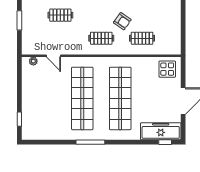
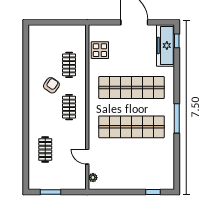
door: (53, 56) -> (87, 157), swing flipped
display table: (167, 69) -> (100, 50), moved

